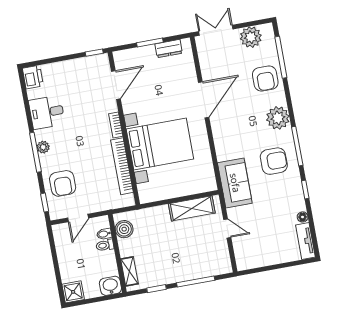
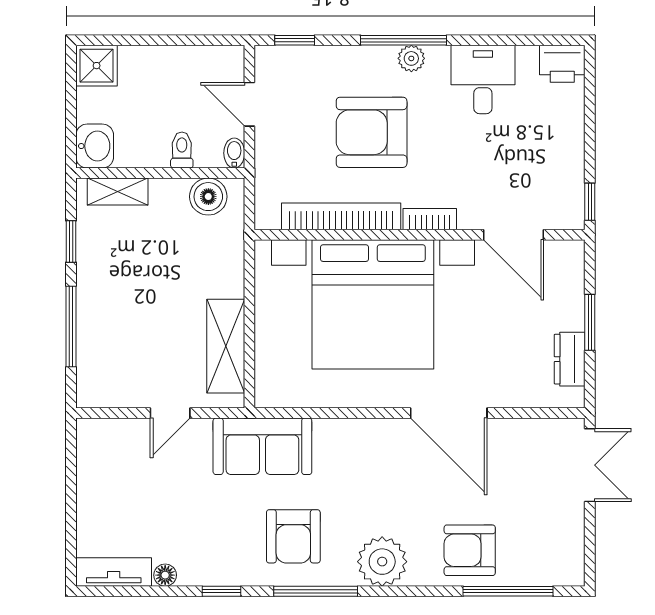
plant: (251, 37) -> (562, 536), removed
bed with nightstands: (160, 144) -> (373, 304), width x1.36
armchair: (63, 183) -> (372, 132), moved, width x1.36, depth x1.36
bidet: (104, 234) -> (234, 153), moved

